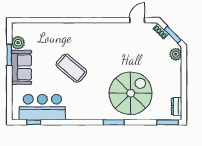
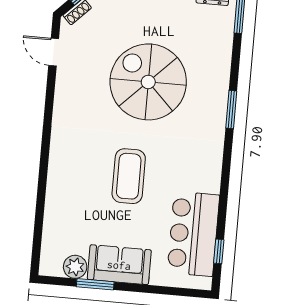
coffee table: (71, 68) -> (129, 176), turned -40
spiral stairs: (131, 93) -> (148, 82), moved

